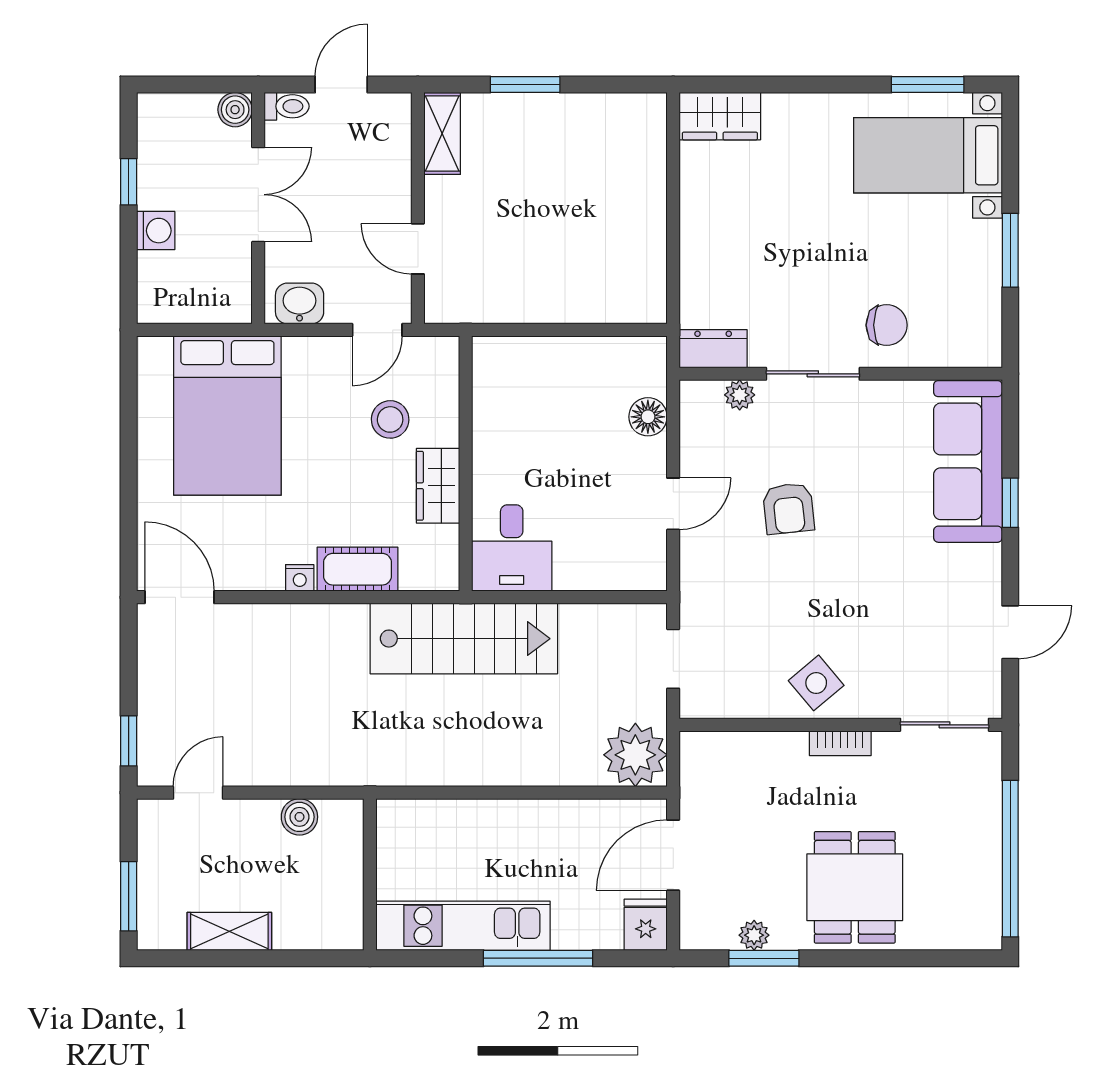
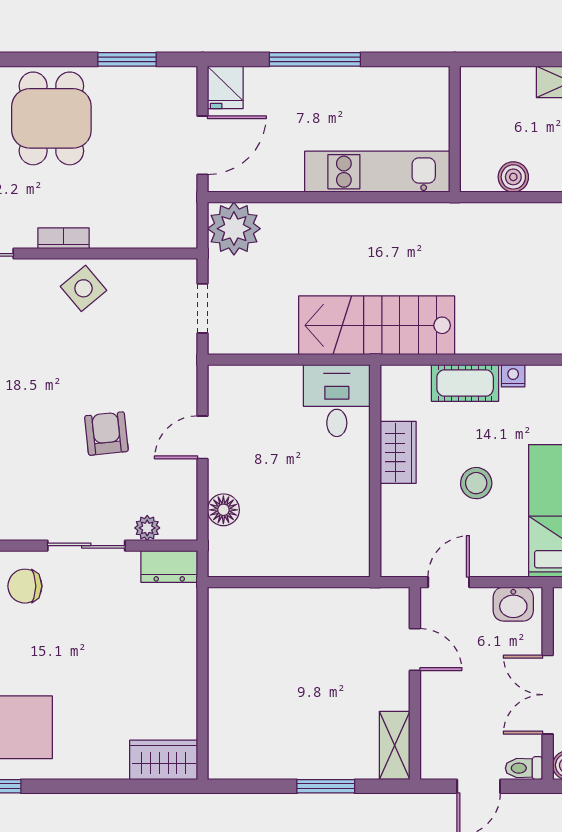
stool: (390, 419) -> (476, 483), moved
kitchen unit: (463, 926) -> (377, 172), moved, turned 180
plant: (754, 935) -> (135, 79), removed

